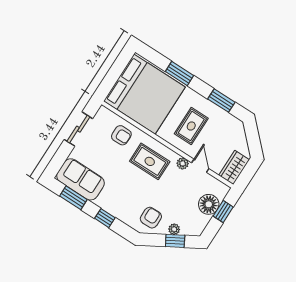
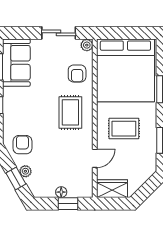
plant: (183, 163) -> (87, 45), moved
floor lamp: (209, 204) -> (61, 192), width x0.53, depth x0.53
armchair: (151, 218) -> (22, 145), turned -90

